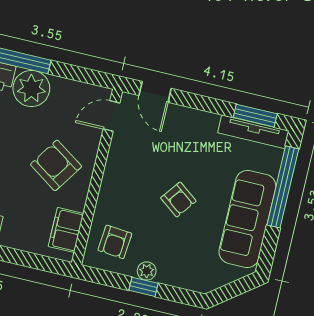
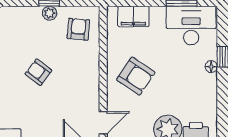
filing cabinet: (66, 230) -> (133, 16), moved, turned 90

